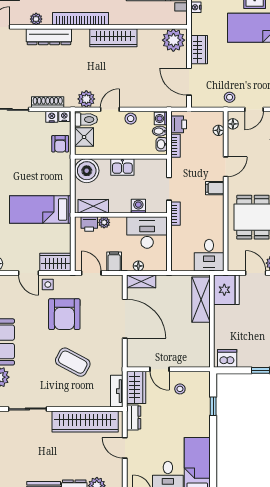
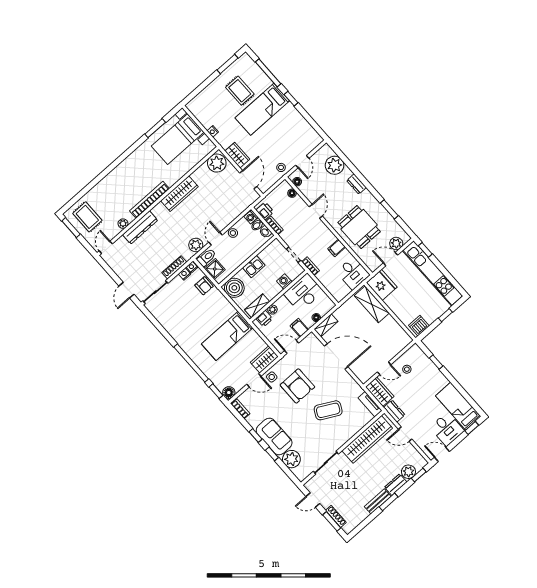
door: (189, 82) -> (248, 180), swing flipped
filing cabinet: (215, 188) -> (337, 248), moved

